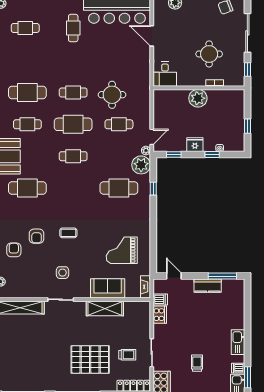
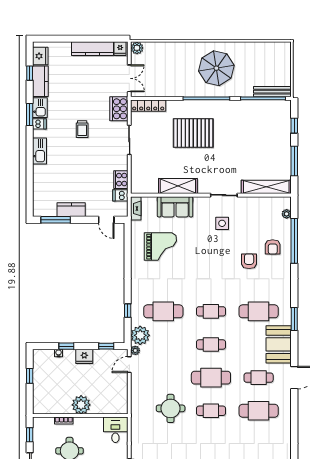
cafe table: (119, 124) -> (211, 311), moved
coffee table: (68, 233) -> (216, 265), removed
trolley: (127, 355) -> (155, 138), removed

